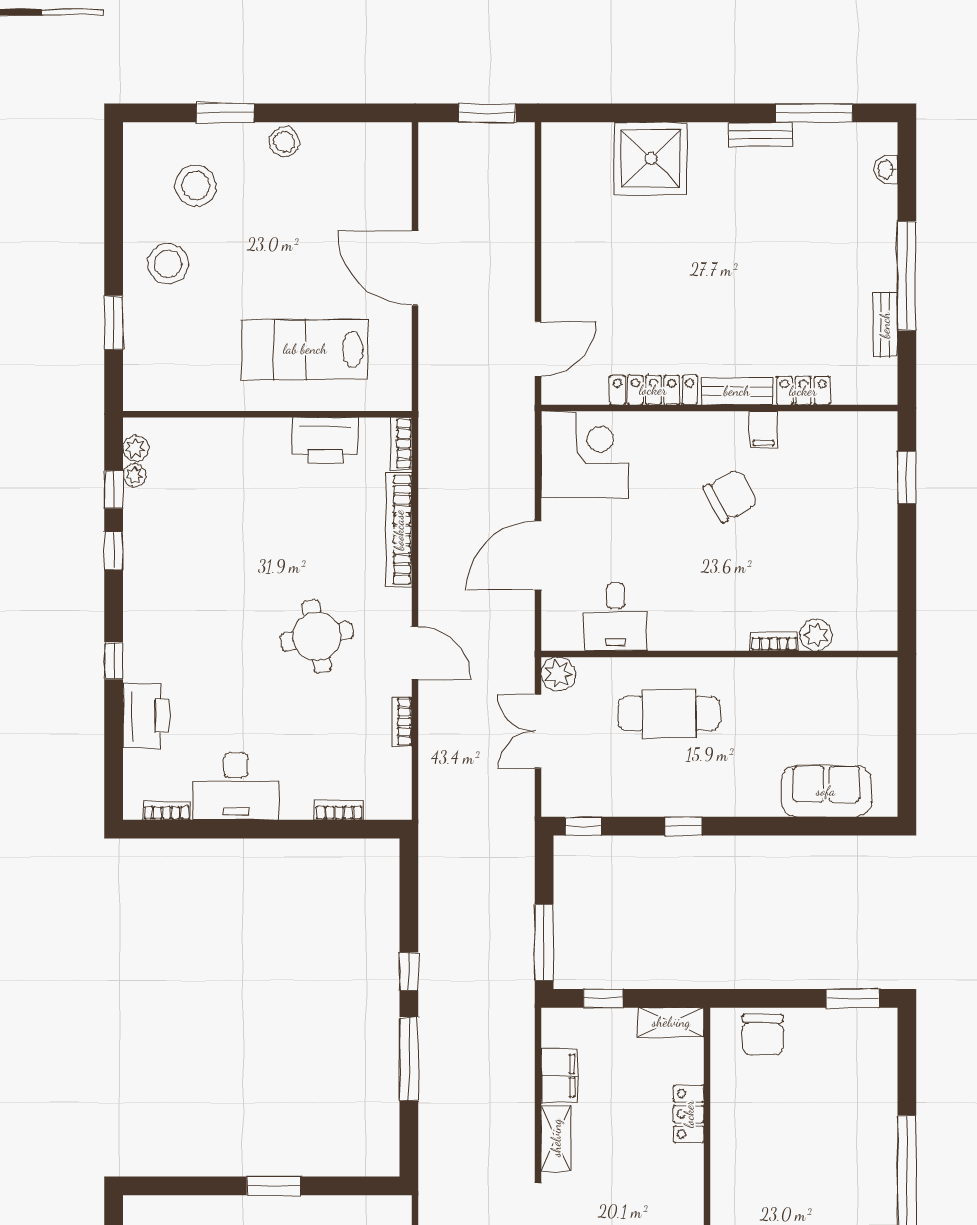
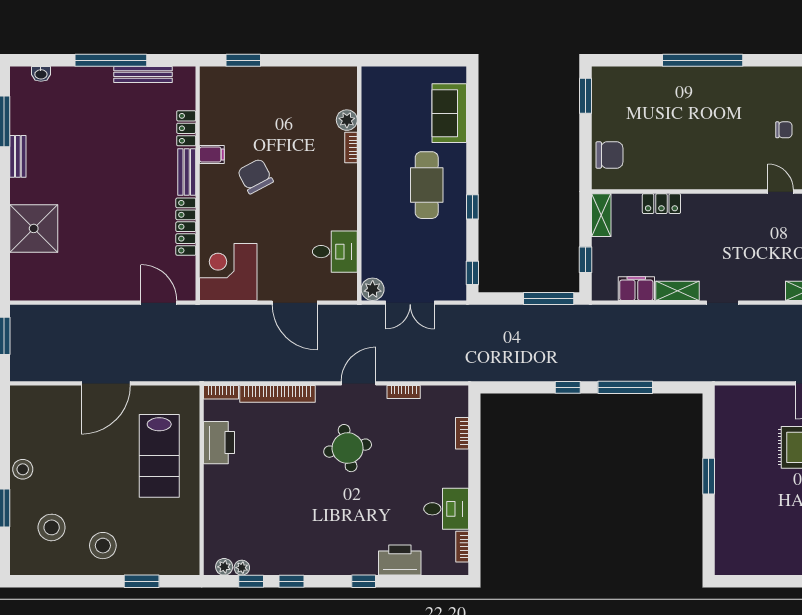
bench: (885, 325) -> (143, 74), width x1.36
cafe table: (669, 713) -> (427, 185), moved
desk: (236, 786) -> (446, 509), width x0.73

